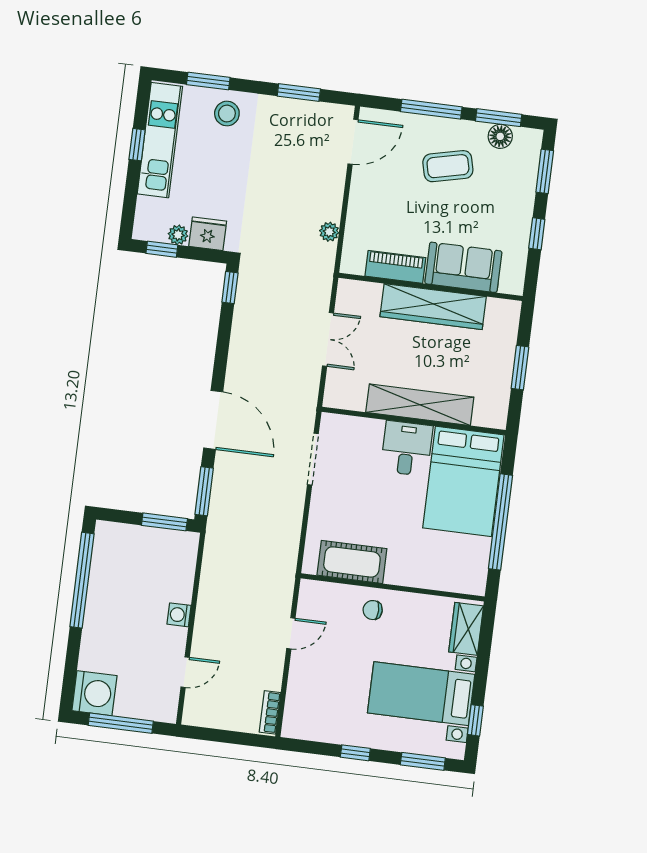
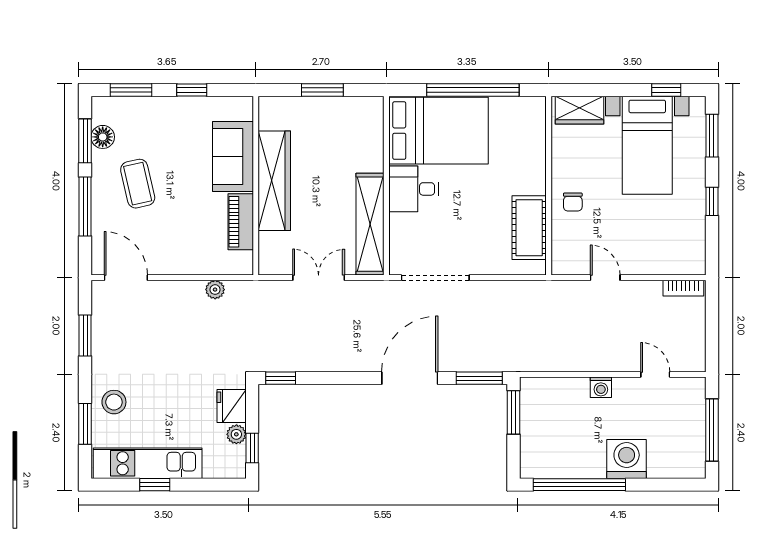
shelving: (420, 405) -> (370, 224), moved
doorway: (313, 459) -> (435, 278), width x1.36
washing machine: (94, 693) -> (627, 459), moved

